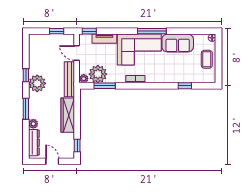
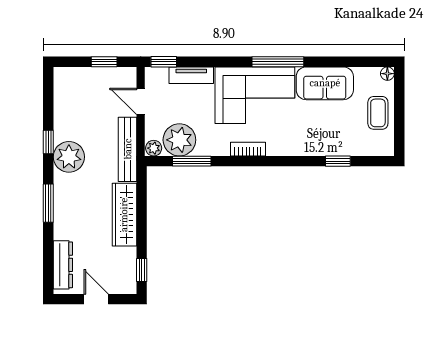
plant: (33, 124) -> (62, 230), removed

